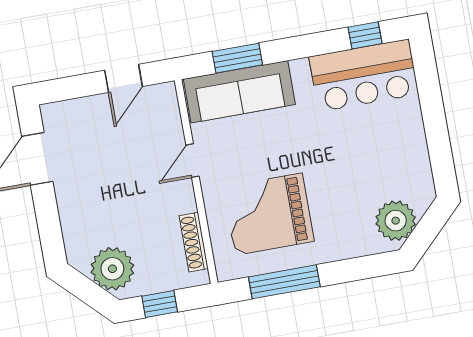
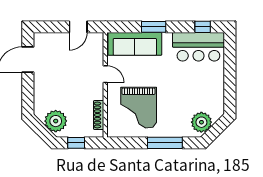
window: (237, 58) -> (154, 27), moved
door: (192, 161) -> (105, 74), swing flipped
grand piano: (269, 214) -> (139, 108), turned -90
window: (284, 282) -> (165, 143), moved

